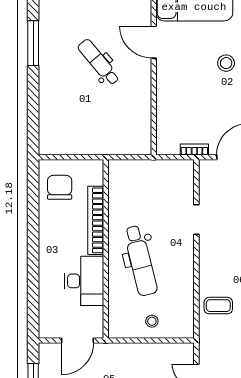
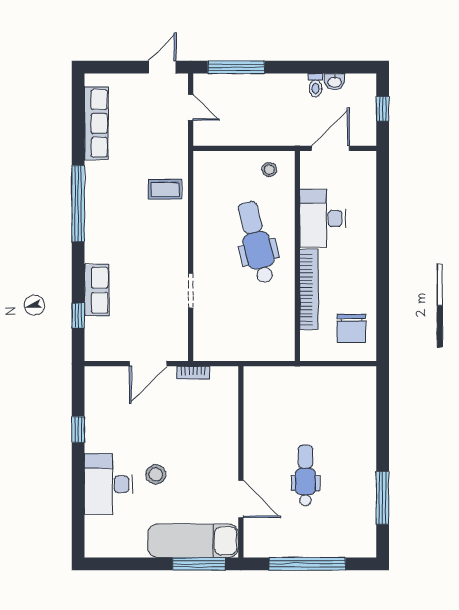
dental chair: (99, 62) -> (305, 475), turned -140
stool: (152, 321) -> (269, 170), moved

